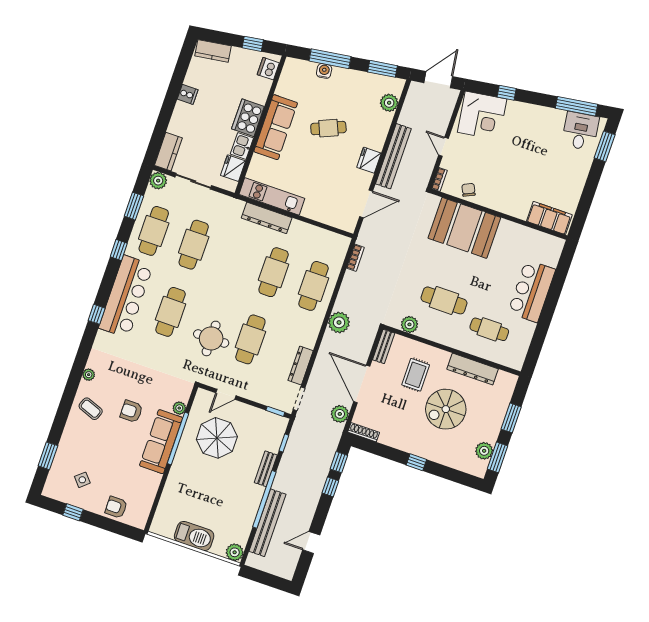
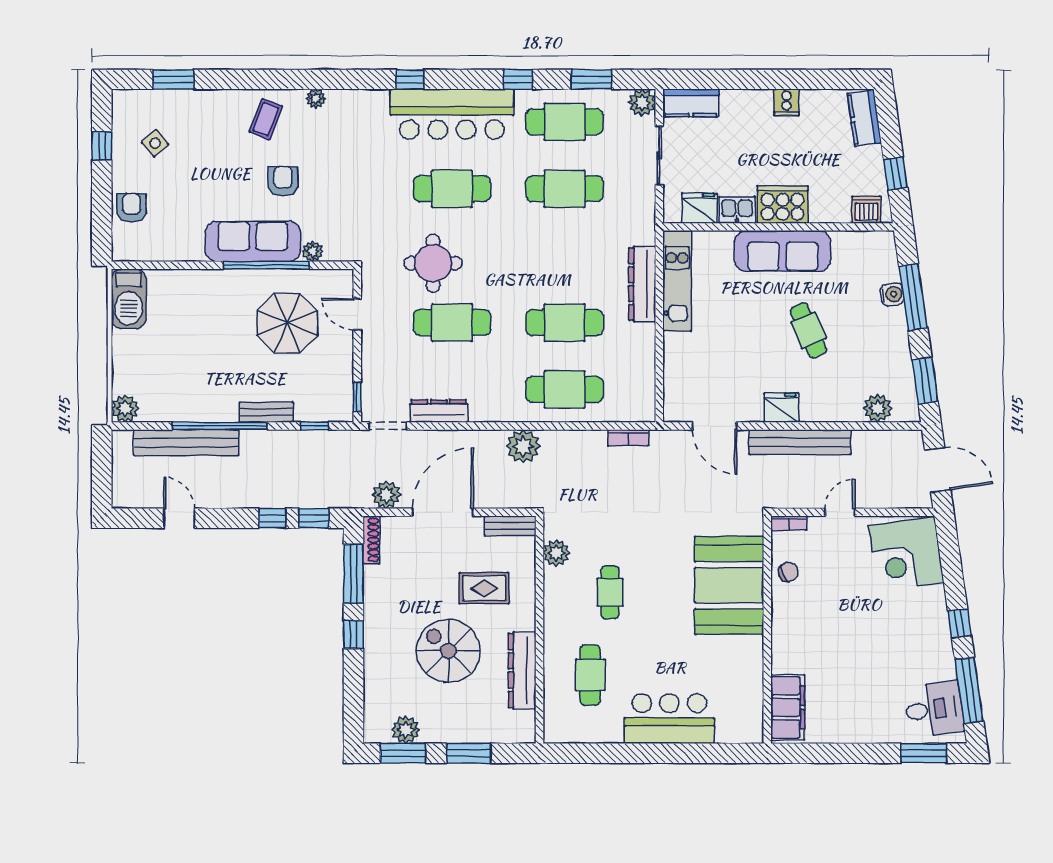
window: (507, 93) -> (960, 623), moved
cafe table: (444, 300) -> (610, 592), width x0.73, depth x0.74
window: (380, 450) -> (354, 574), added
barbecue: (194, 536) -> (129, 299), moved

